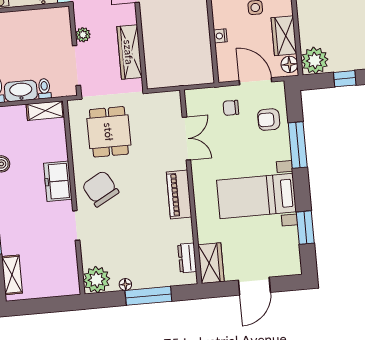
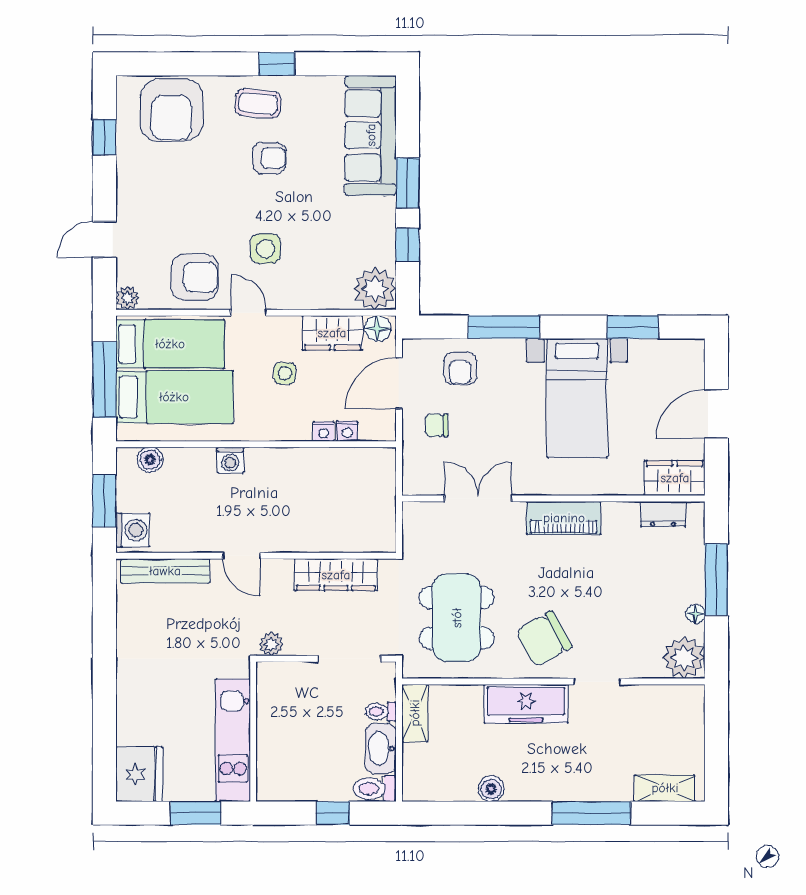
plant: (83, 35) -> (271, 644), moved
nightstand: (222, 51) -> (347, 431), added
chair: (231, 108) -> (437, 425), turned 90
dining table: (109, 132) -> (457, 618), width x1.38
freezer: (58, 181) -> (526, 704), width x1.40
door: (254, 286) -> (716, 414), swing flipped

